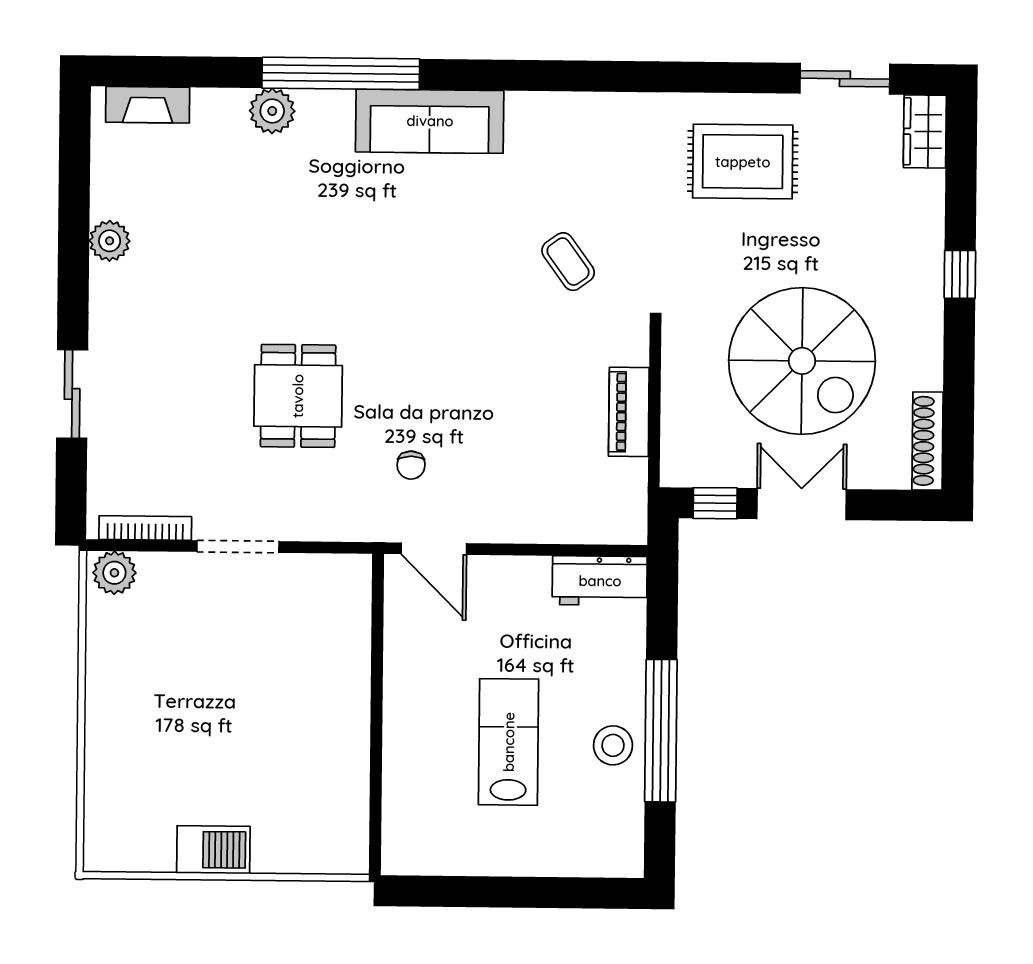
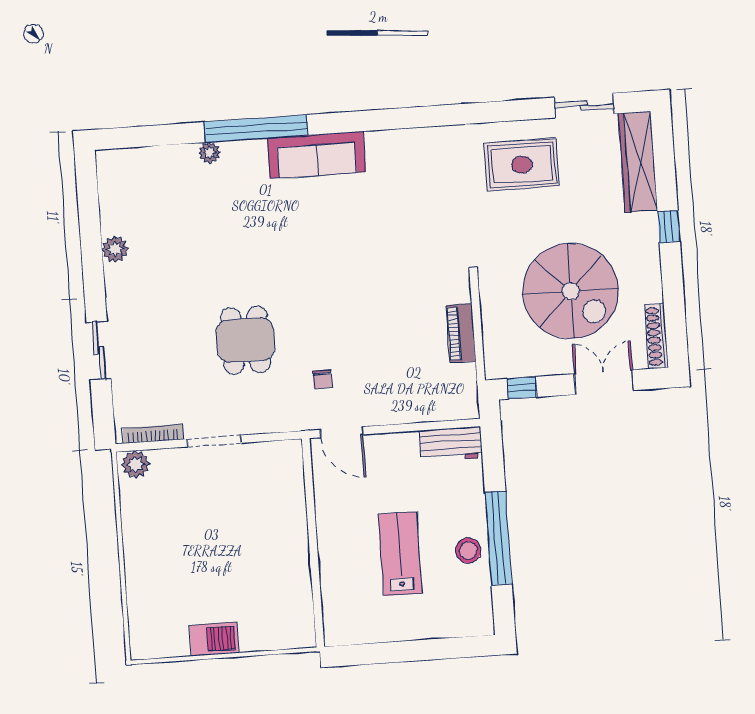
fireplace: (148, 105) -> (133, 159), removed
plant: (272, 111) -> (209, 153), width x0.73, depth x0.73
wardrobe: (925, 131) -> (638, 162), width x2.10, depth x1.17
coffee table: (568, 262) -> (414, 239), removed
double door: (802, 504) -> (604, 382), moved

